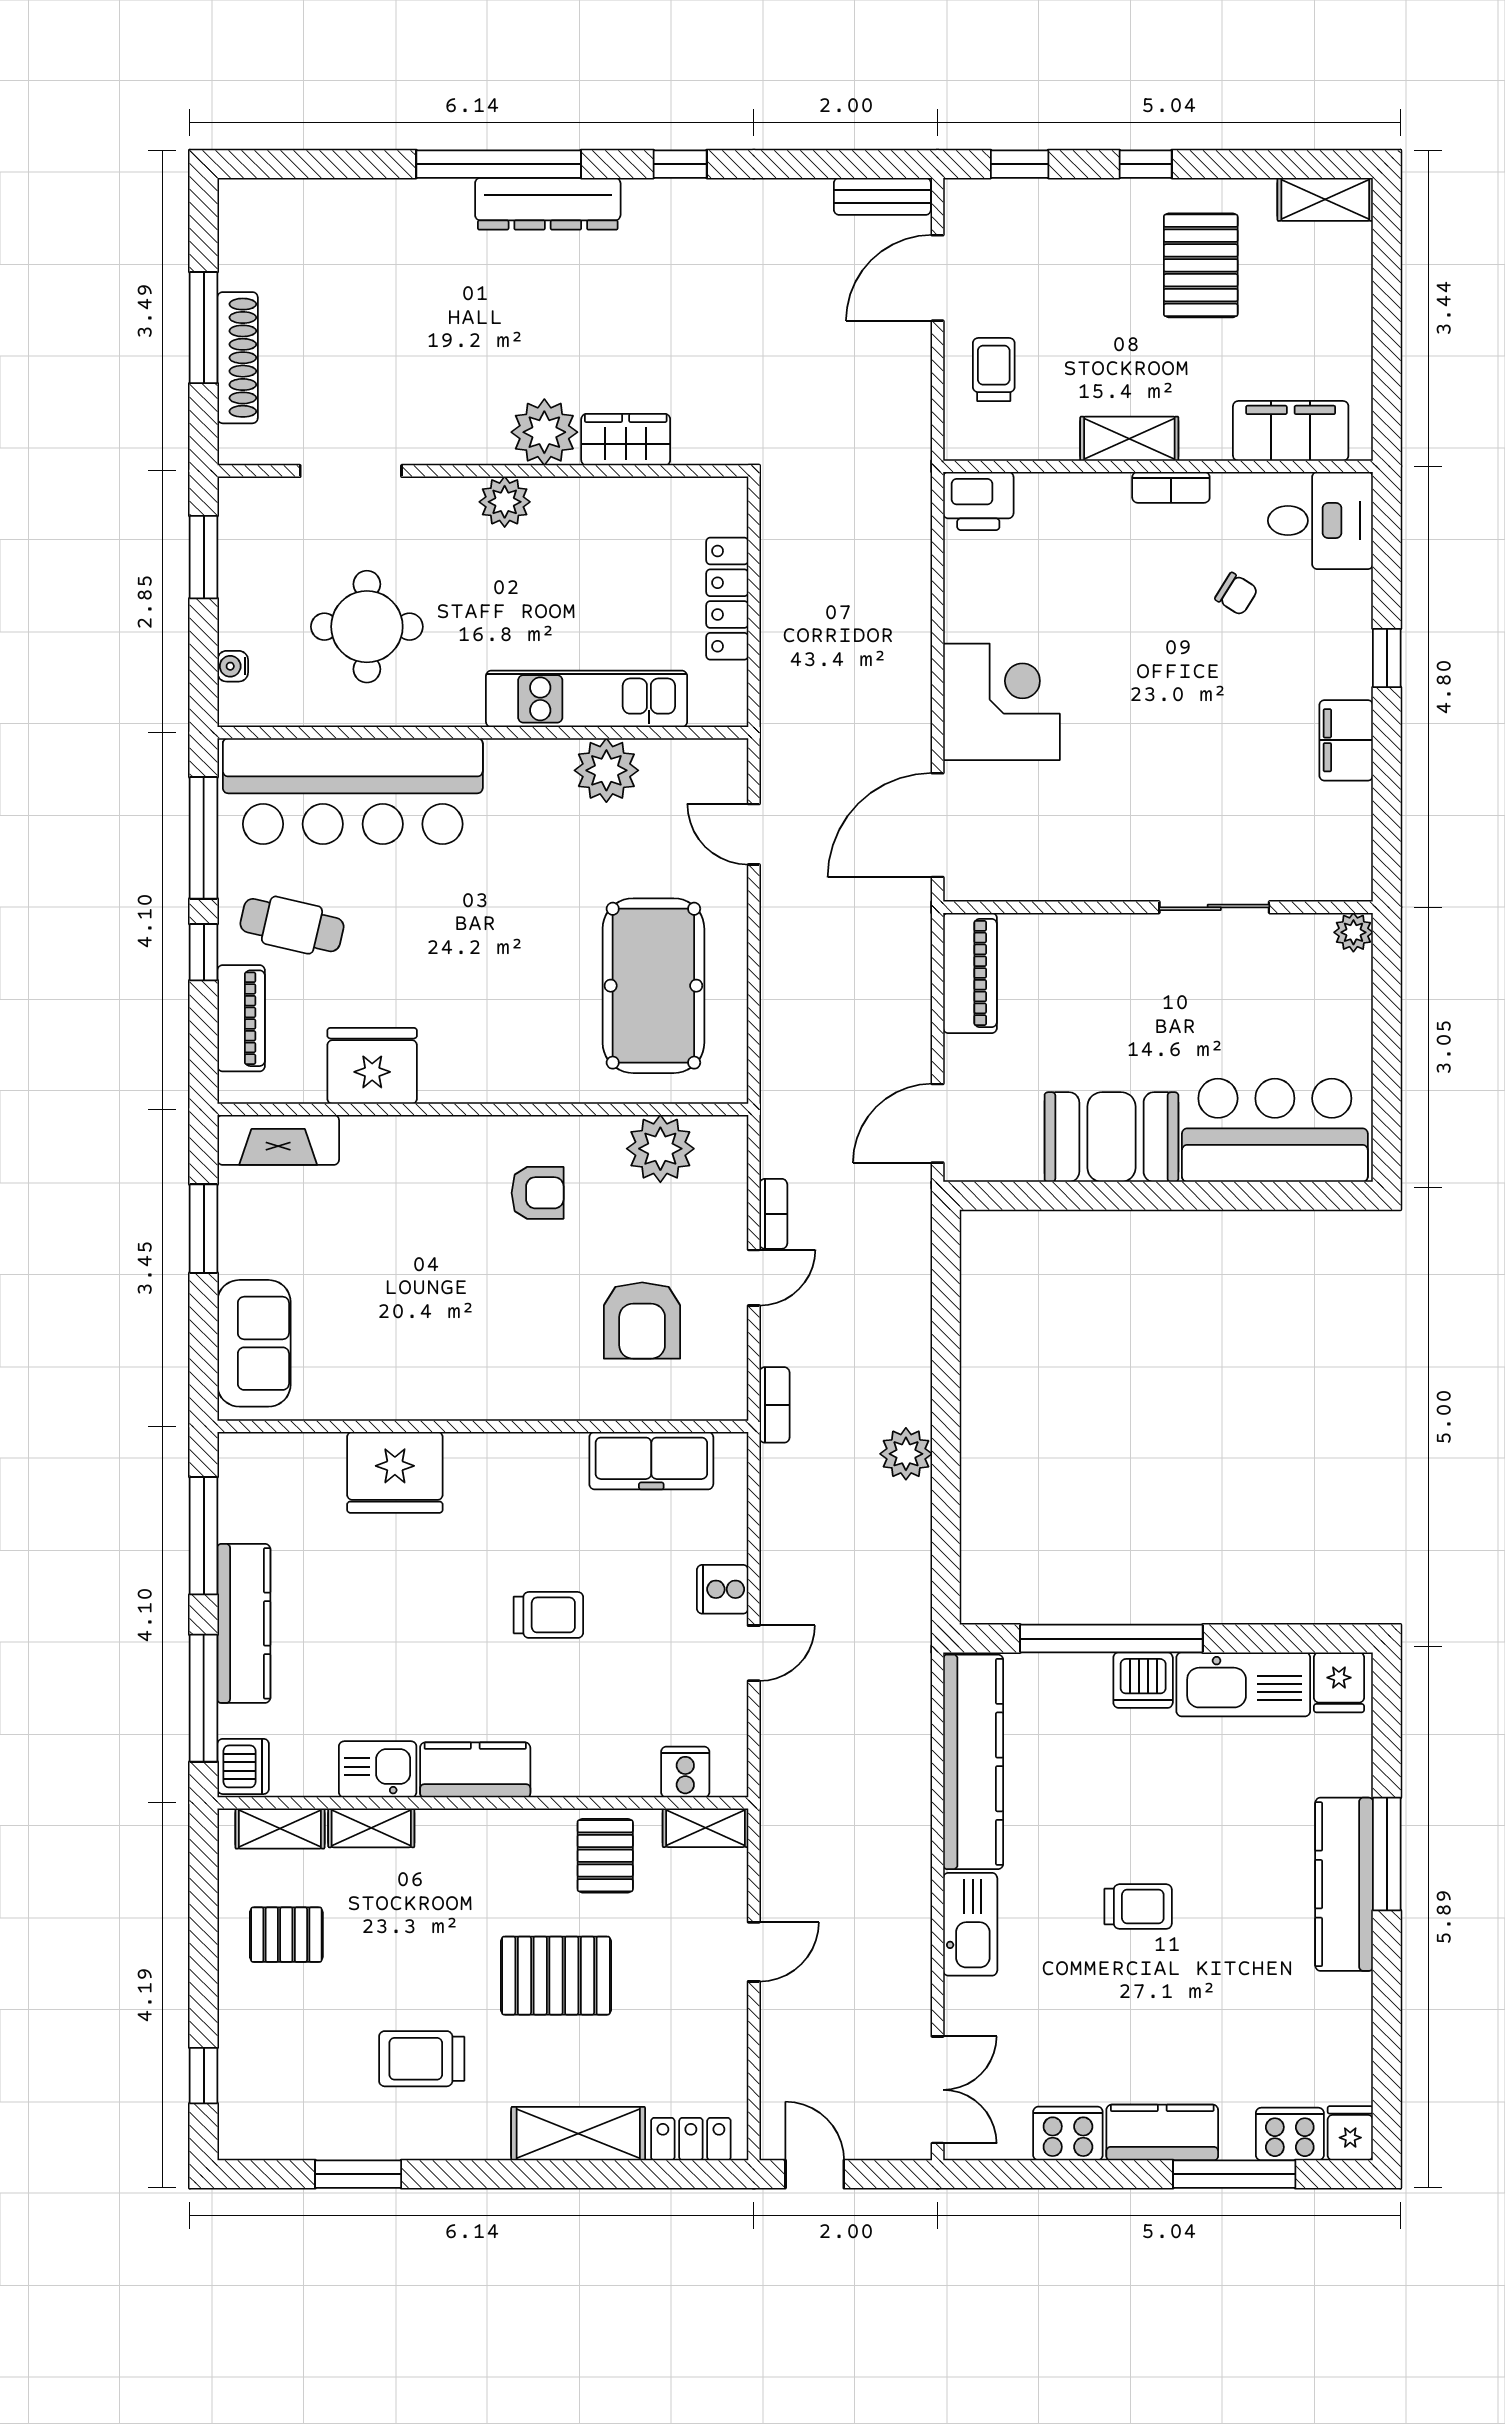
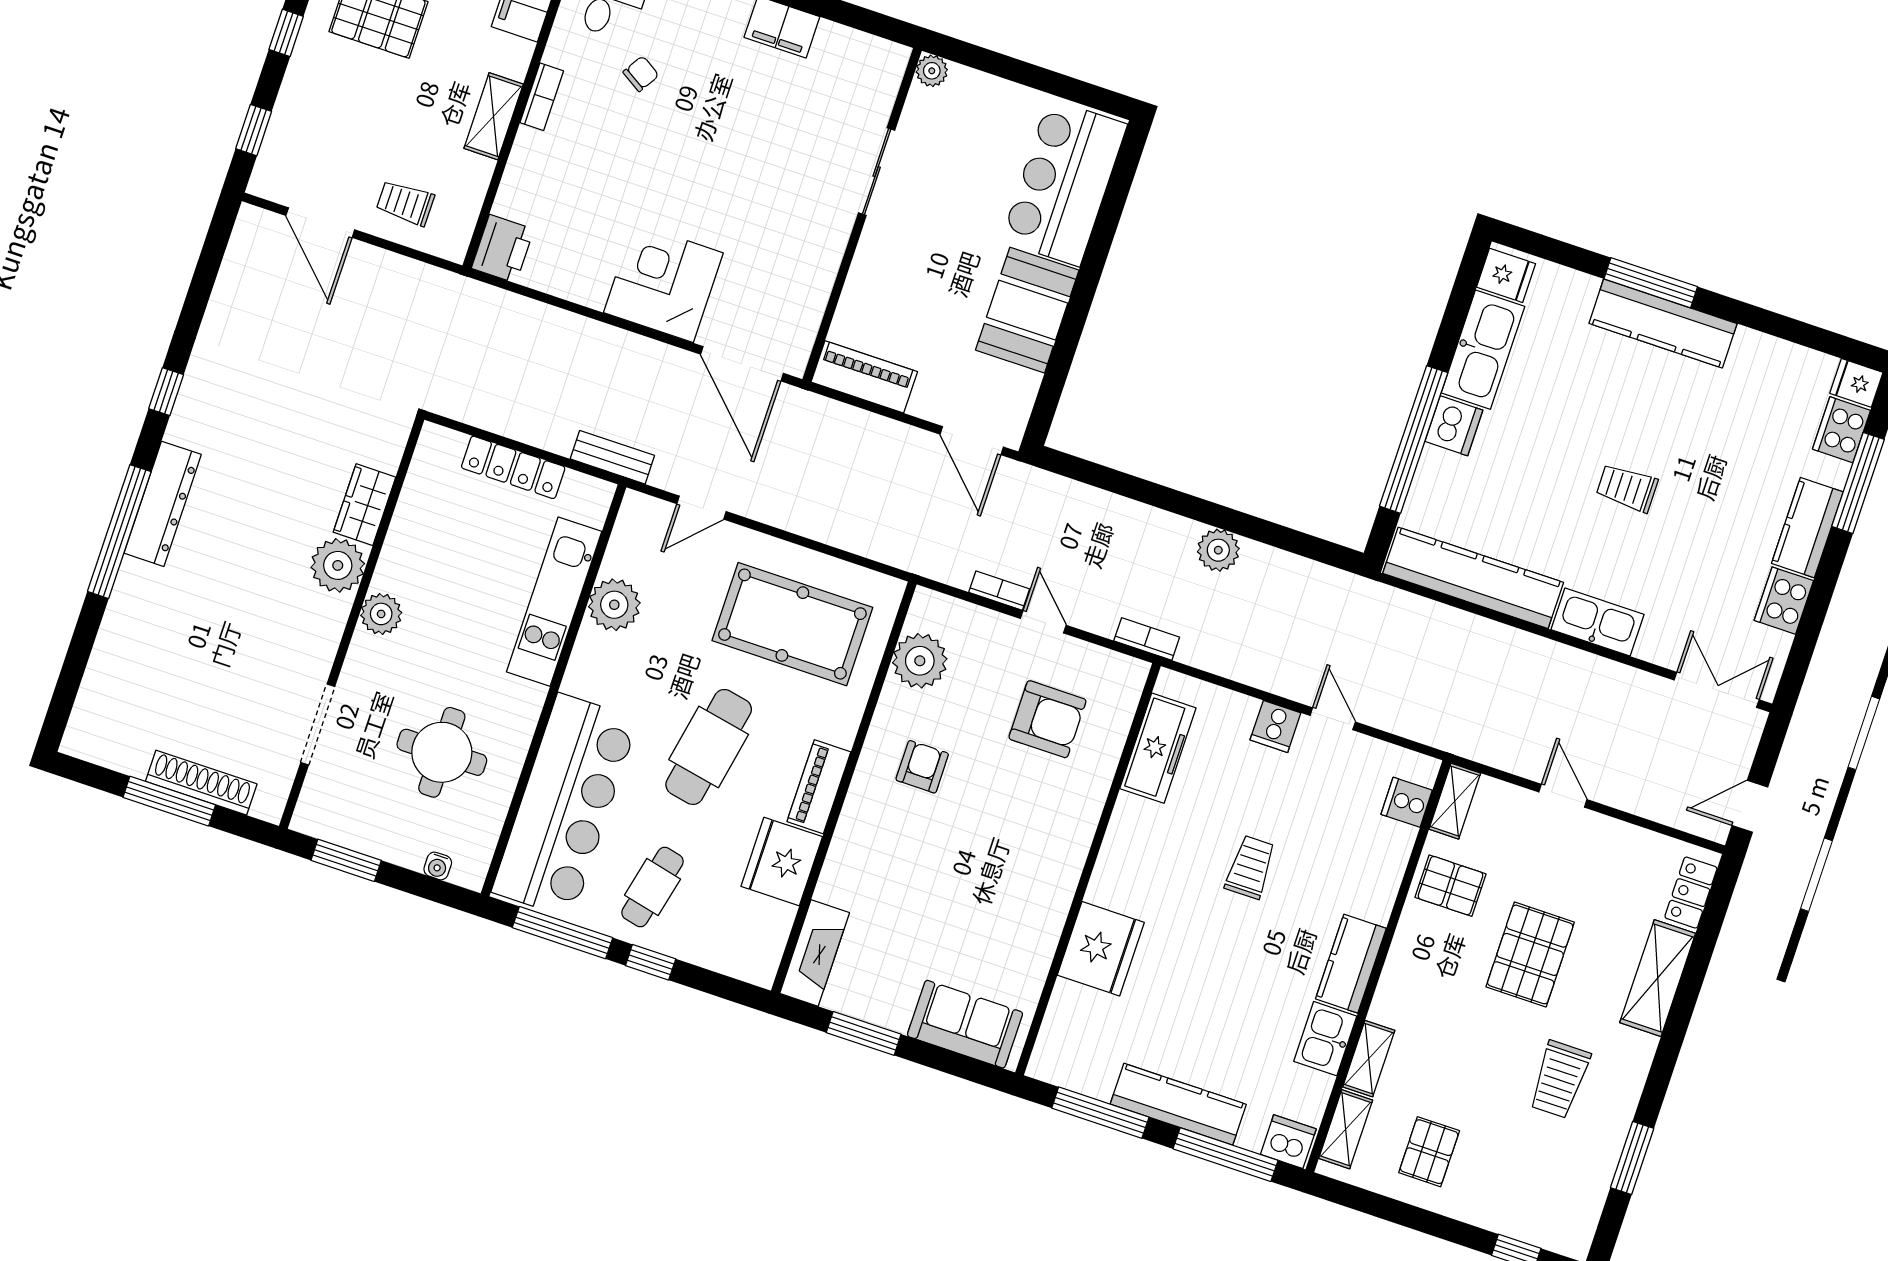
bench: (882, 196) -> (612, 457), moved, turned 90
cafe table: (477, 936) -> (709, 747), added
piano: (241, 1018) -> (819, 787), moved, turned -90
trolley: (1138, 1907) -> (1627, 488), turned -90

